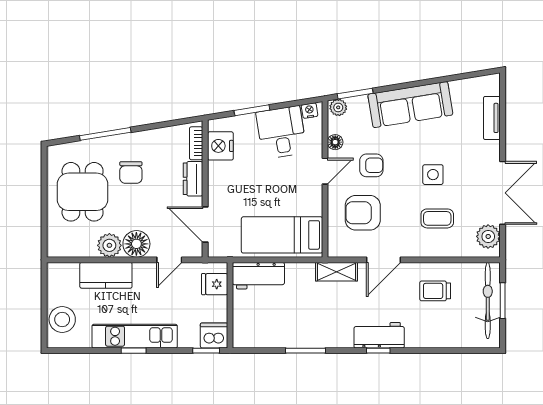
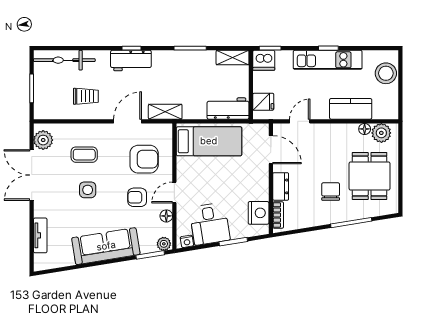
floor lamp: (136, 244) -> (365, 129), moved, width x0.53, depth x0.53
plant: (109, 245) -> (381, 133), moved
bicycle: (488, 300) -> (64, 60), moved, turned 90
shelving: (253, 339) -> (233, 58), added

